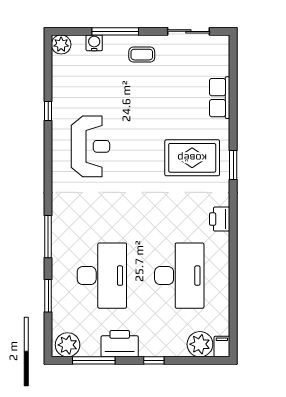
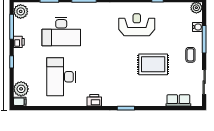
row of seats: (220, 98) -> (178, 100), moved
reception desk: (90, 146) -> (137, 25), turned 180
rug: (192, 158) -> (153, 64), moved, turned 90
desk: (179, 276) -> (61, 77), turned 90
printer: (120, 344) -> (19, 42), width x0.53, depth x0.68

